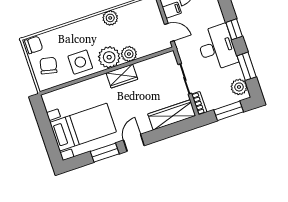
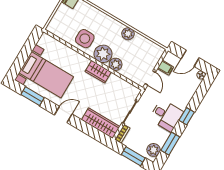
desk: (217, 48) -> (166, 115), width x0.73
chair: (48, 66) -> (66, 21), removed
window: (105, 153) -> (33, 96), moved

